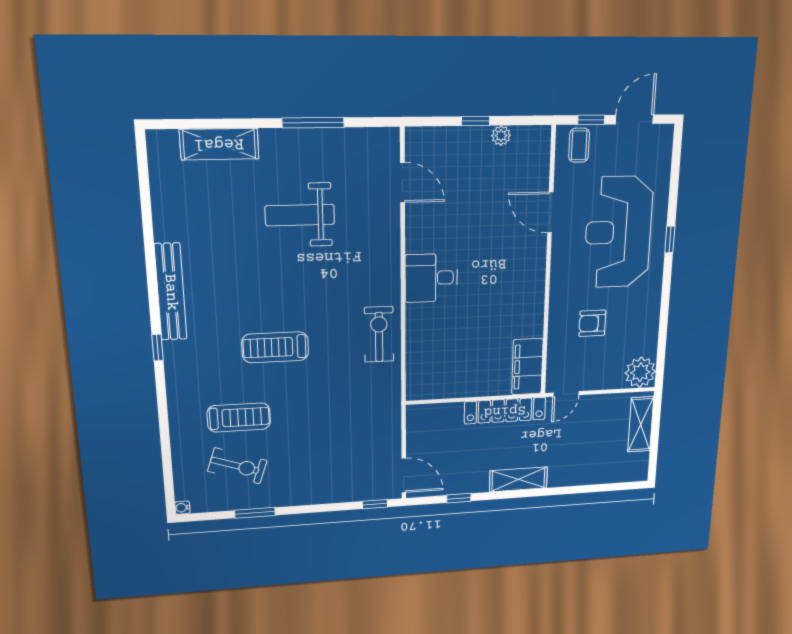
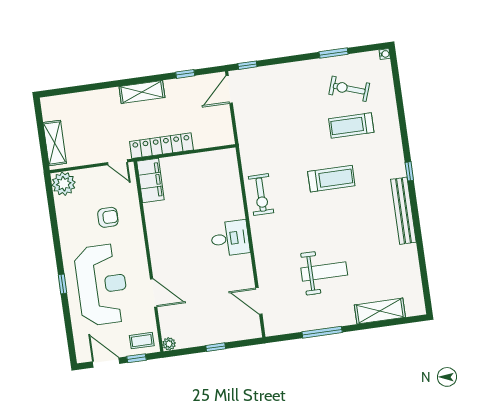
door: (634, 119) -> (106, 363), swing flipped
plant: (501, 136) -> (169, 344), moved
coffee table: (579, 145) -> (142, 341), turned 90
door: (566, 394) -> (118, 162), swing flipped
door: (404, 475) -> (229, 89), hinge flipped

